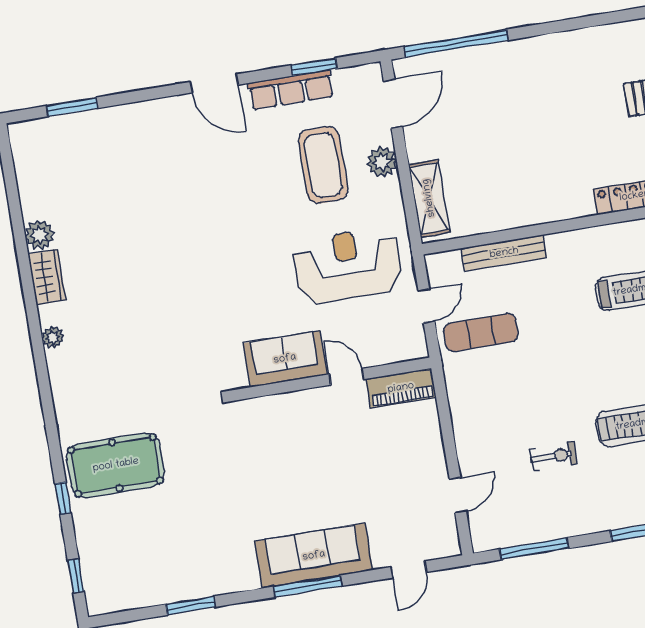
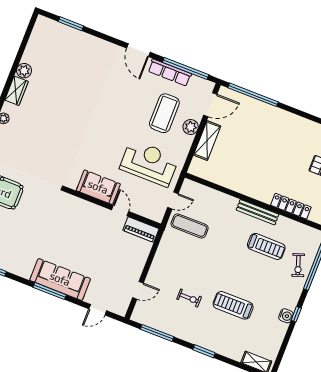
window: (314, 67) -> (186, 69), width x2.11
shelving: (429, 198) -> (207, 141), moved
bench: (504, 253) -> (258, 212), moved

